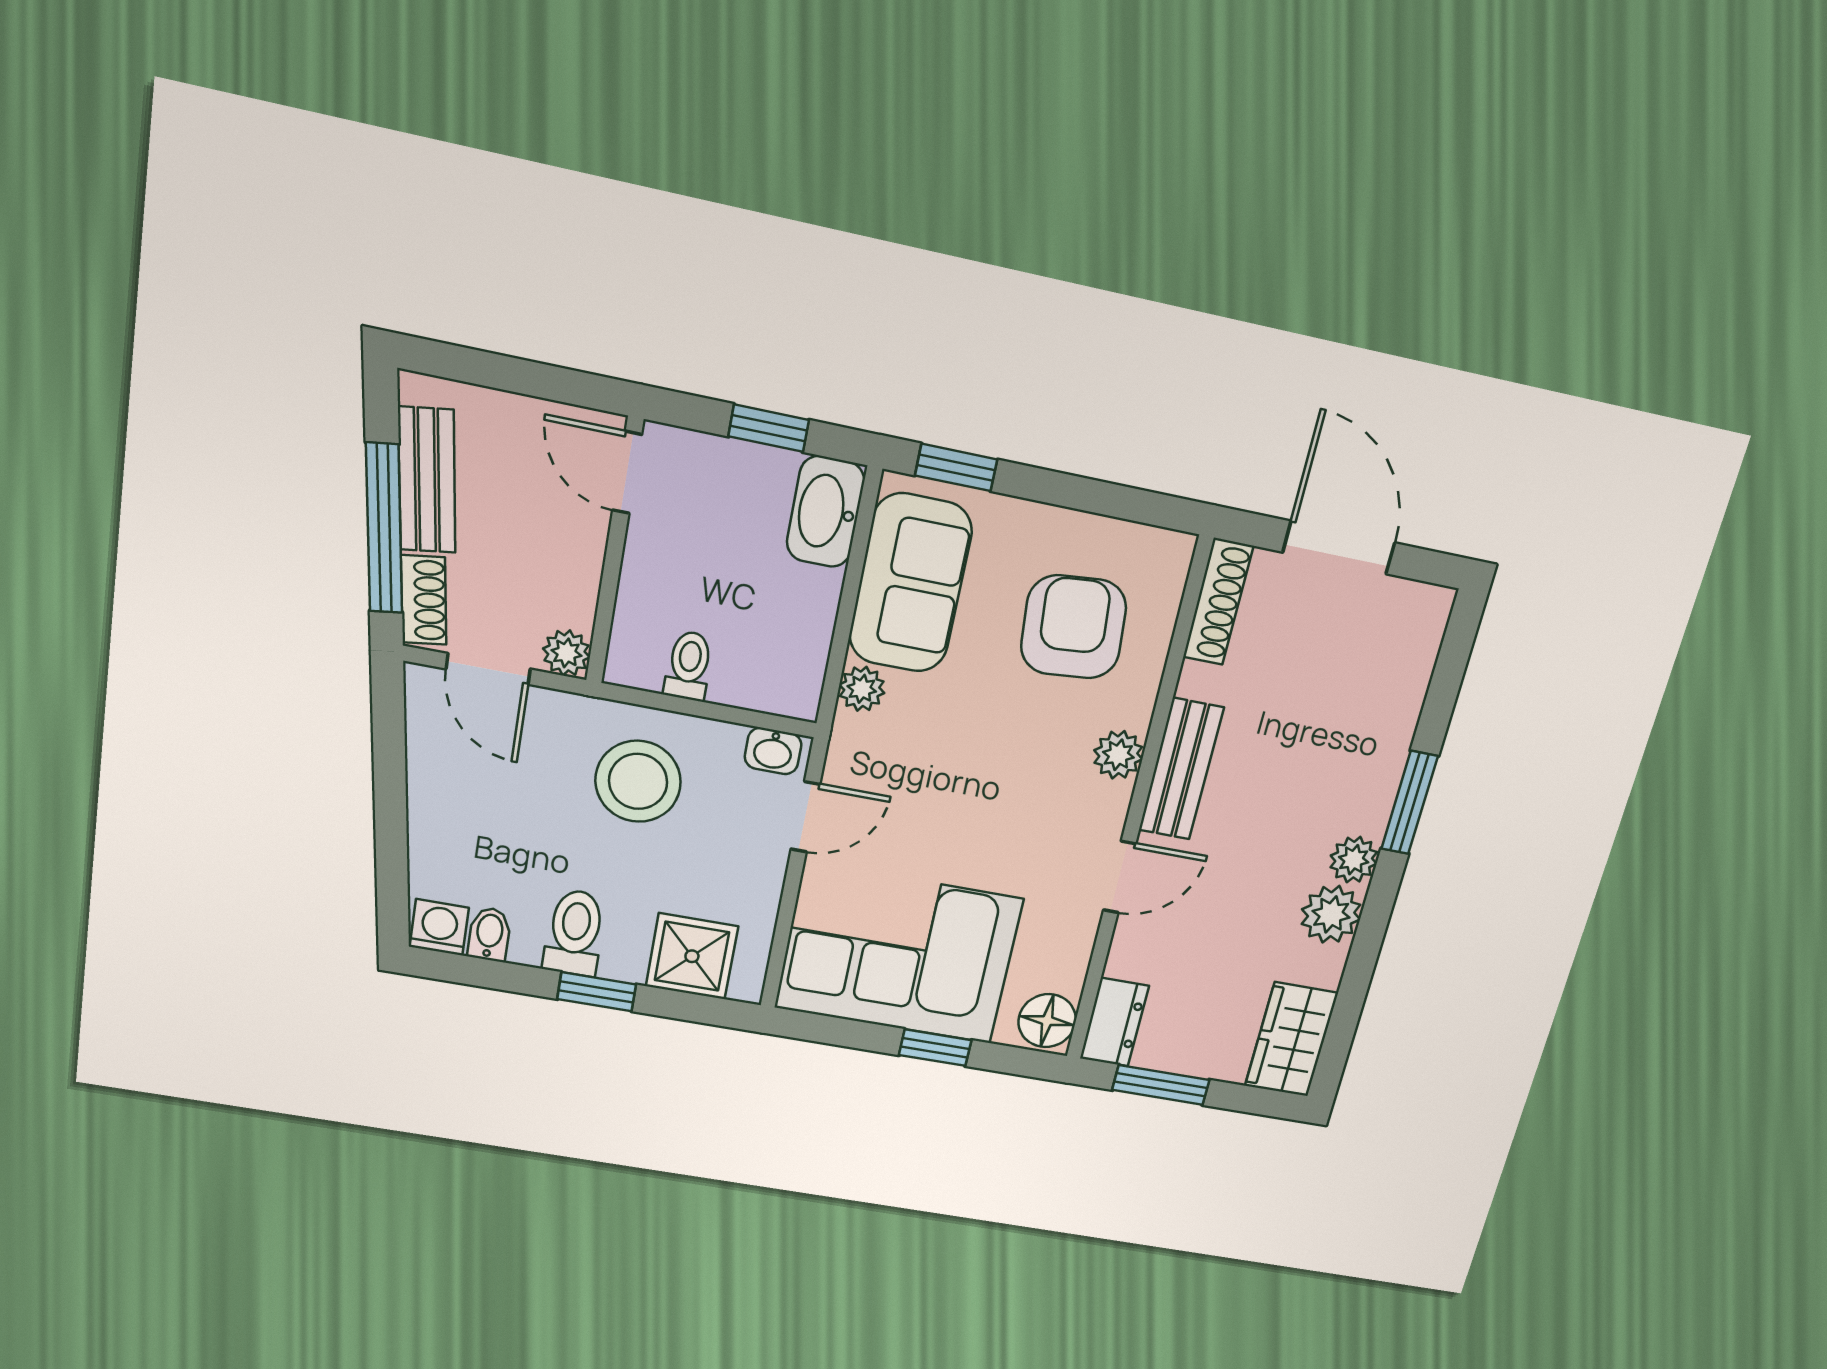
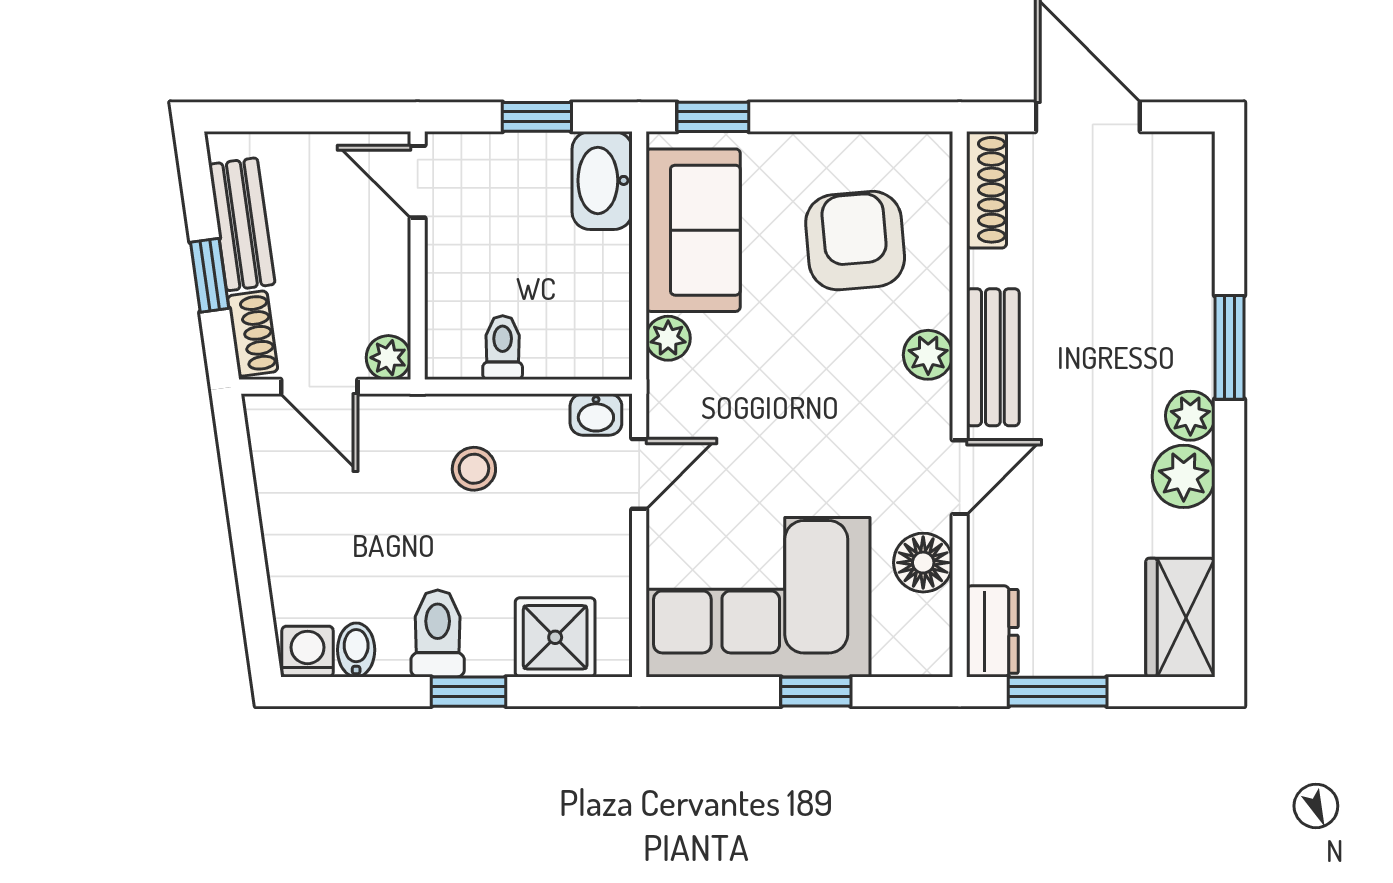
window: (384, 529) -> (210, 275), width x0.46
stool: (638, 781) -> (474, 469), width x0.53, depth x0.53
floor lamp: (1047, 1021) -> (923, 563), moved

